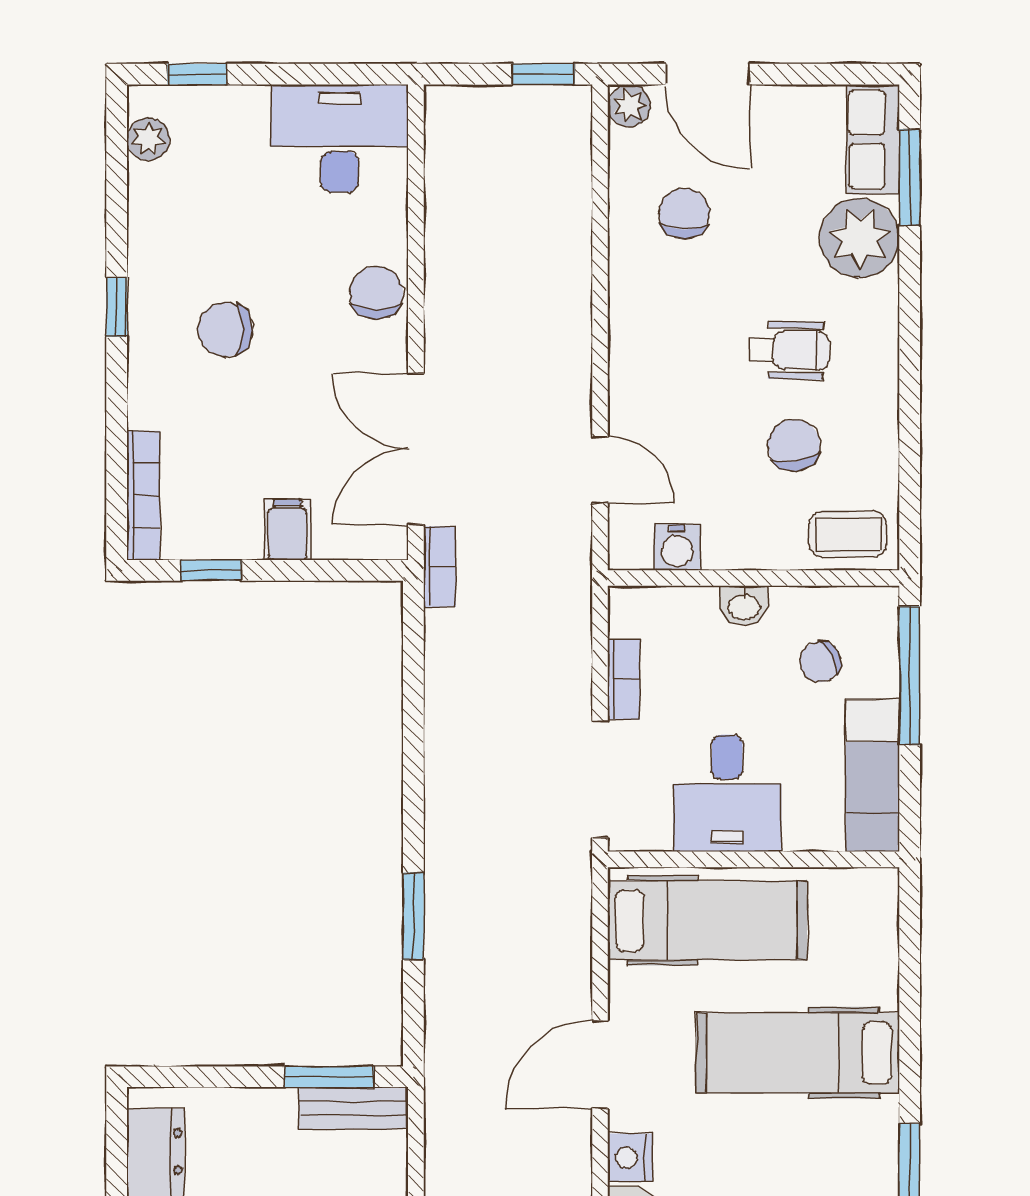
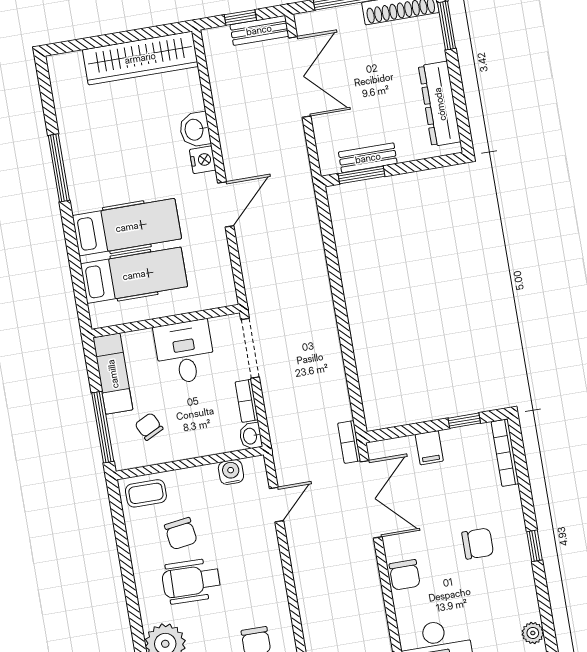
wheelchair: (789, 350) -> (191, 581), width x1.36, depth x1.37
door: (600, 470) -> (276, 505), swing flipped
washbasin: (744, 606) -> (251, 436), moved, turned -90
chair: (820, 662) -> (149, 426), turned -86
window: (413, 916) -> (333, 263), removed
hospital bed: (707, 920) -> (134, 275), moved, turned 180
bench: (353, 1108) -> (368, 158), moved

